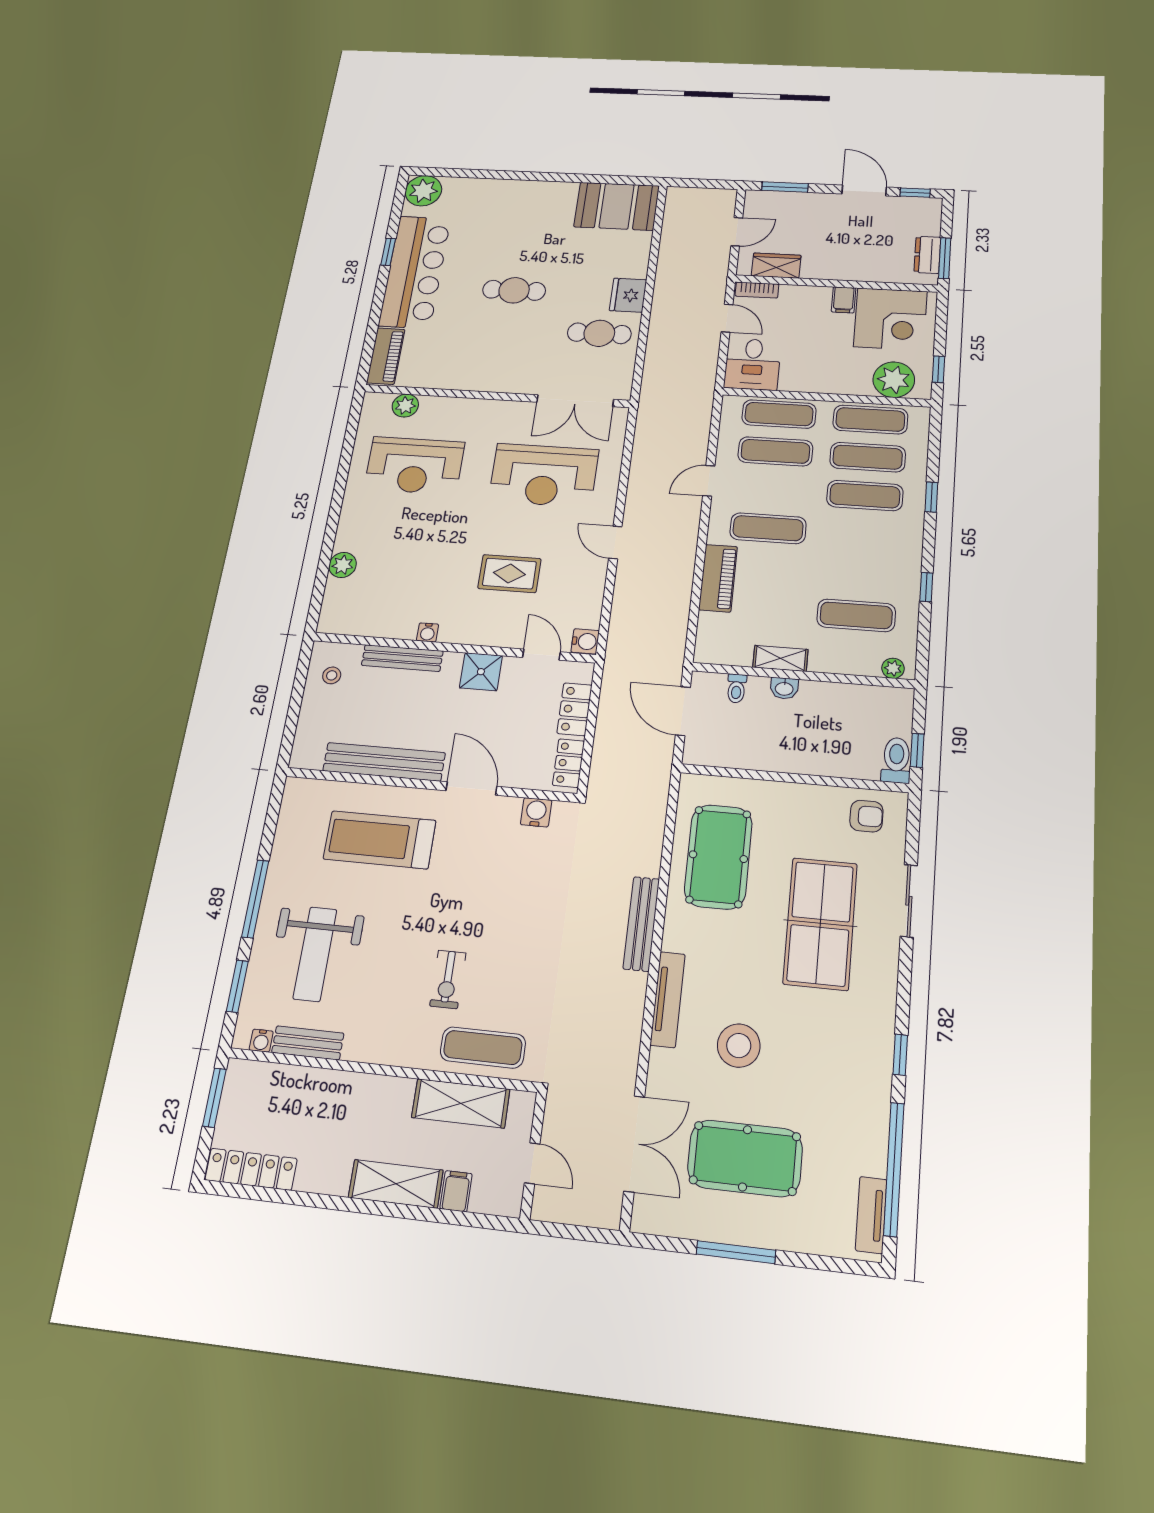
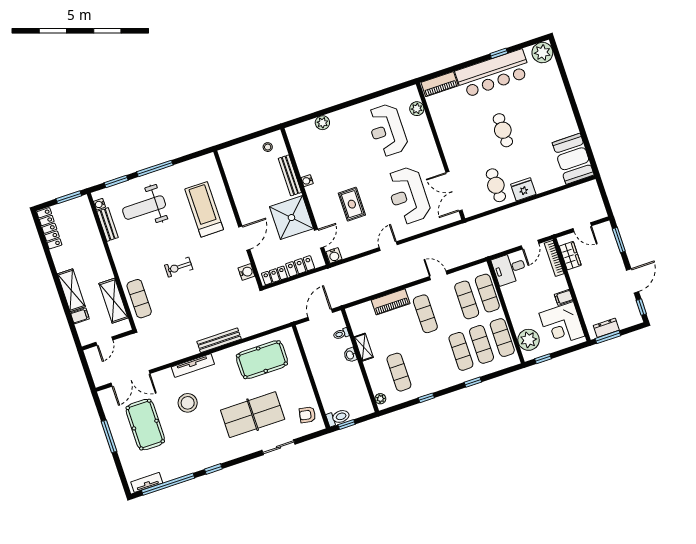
bookcase: (757, 290) -> (554, 258), width x1.56
shower: (481, 672) -> (291, 218), width x1.86, depth x1.86
bench: (384, 762) -> (239, 193), removed
armchair: (866, 816) -> (307, 415), turned 100
exercise bike: (448, 979) -> (179, 267), moved

